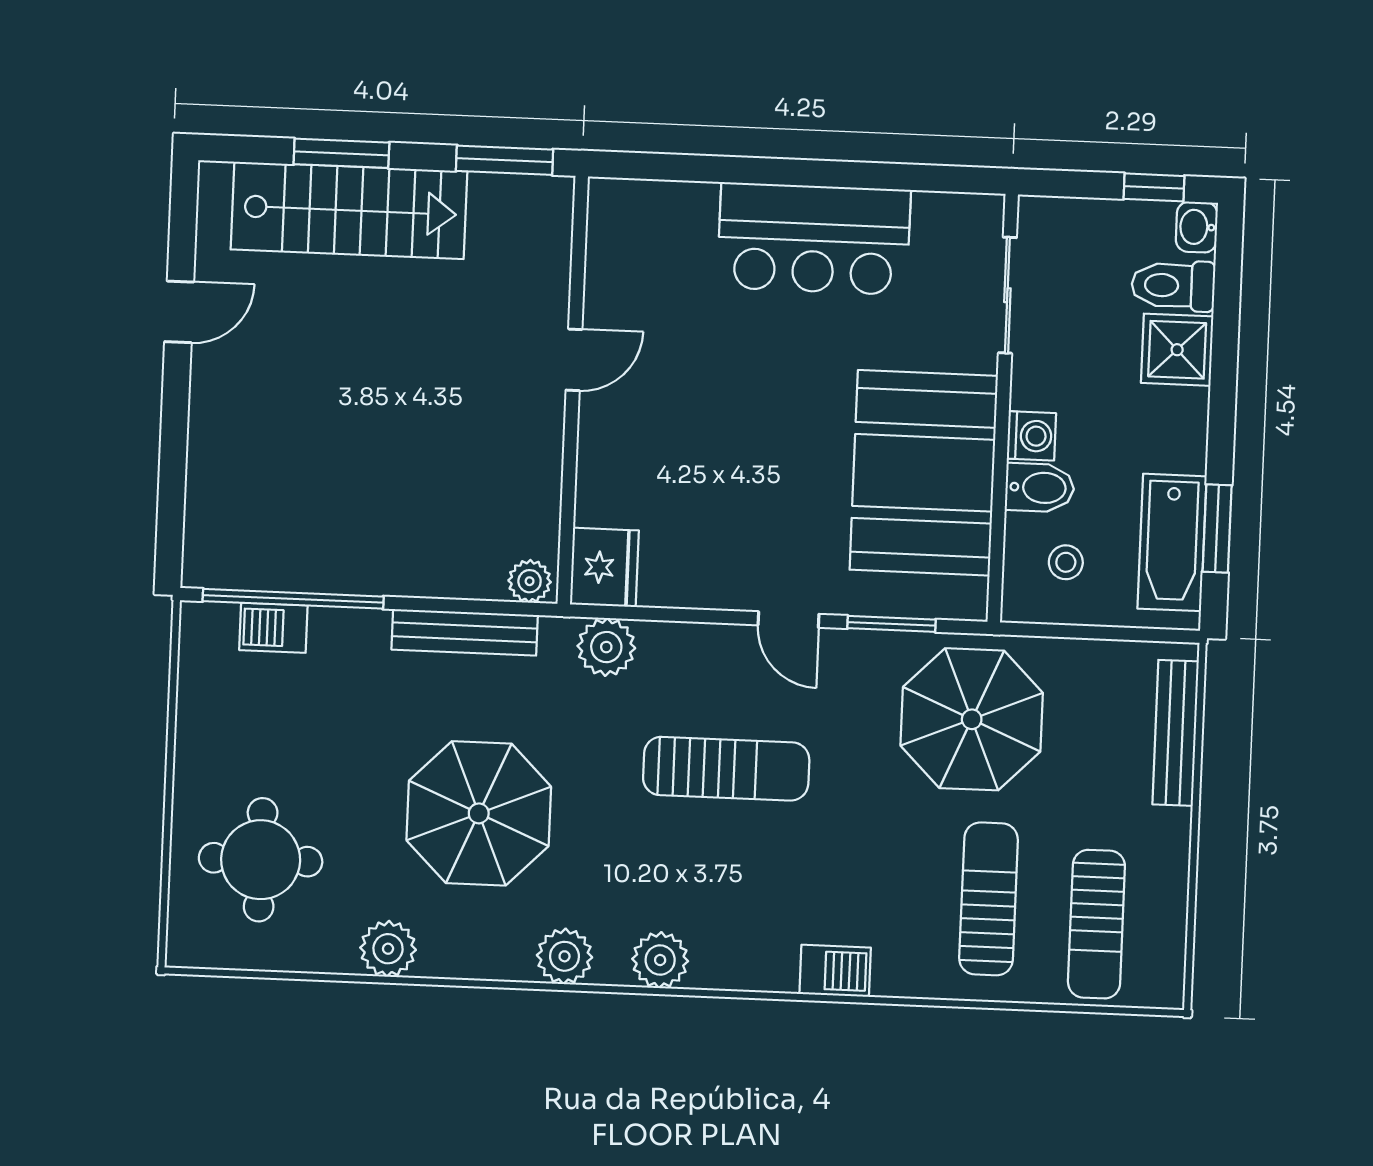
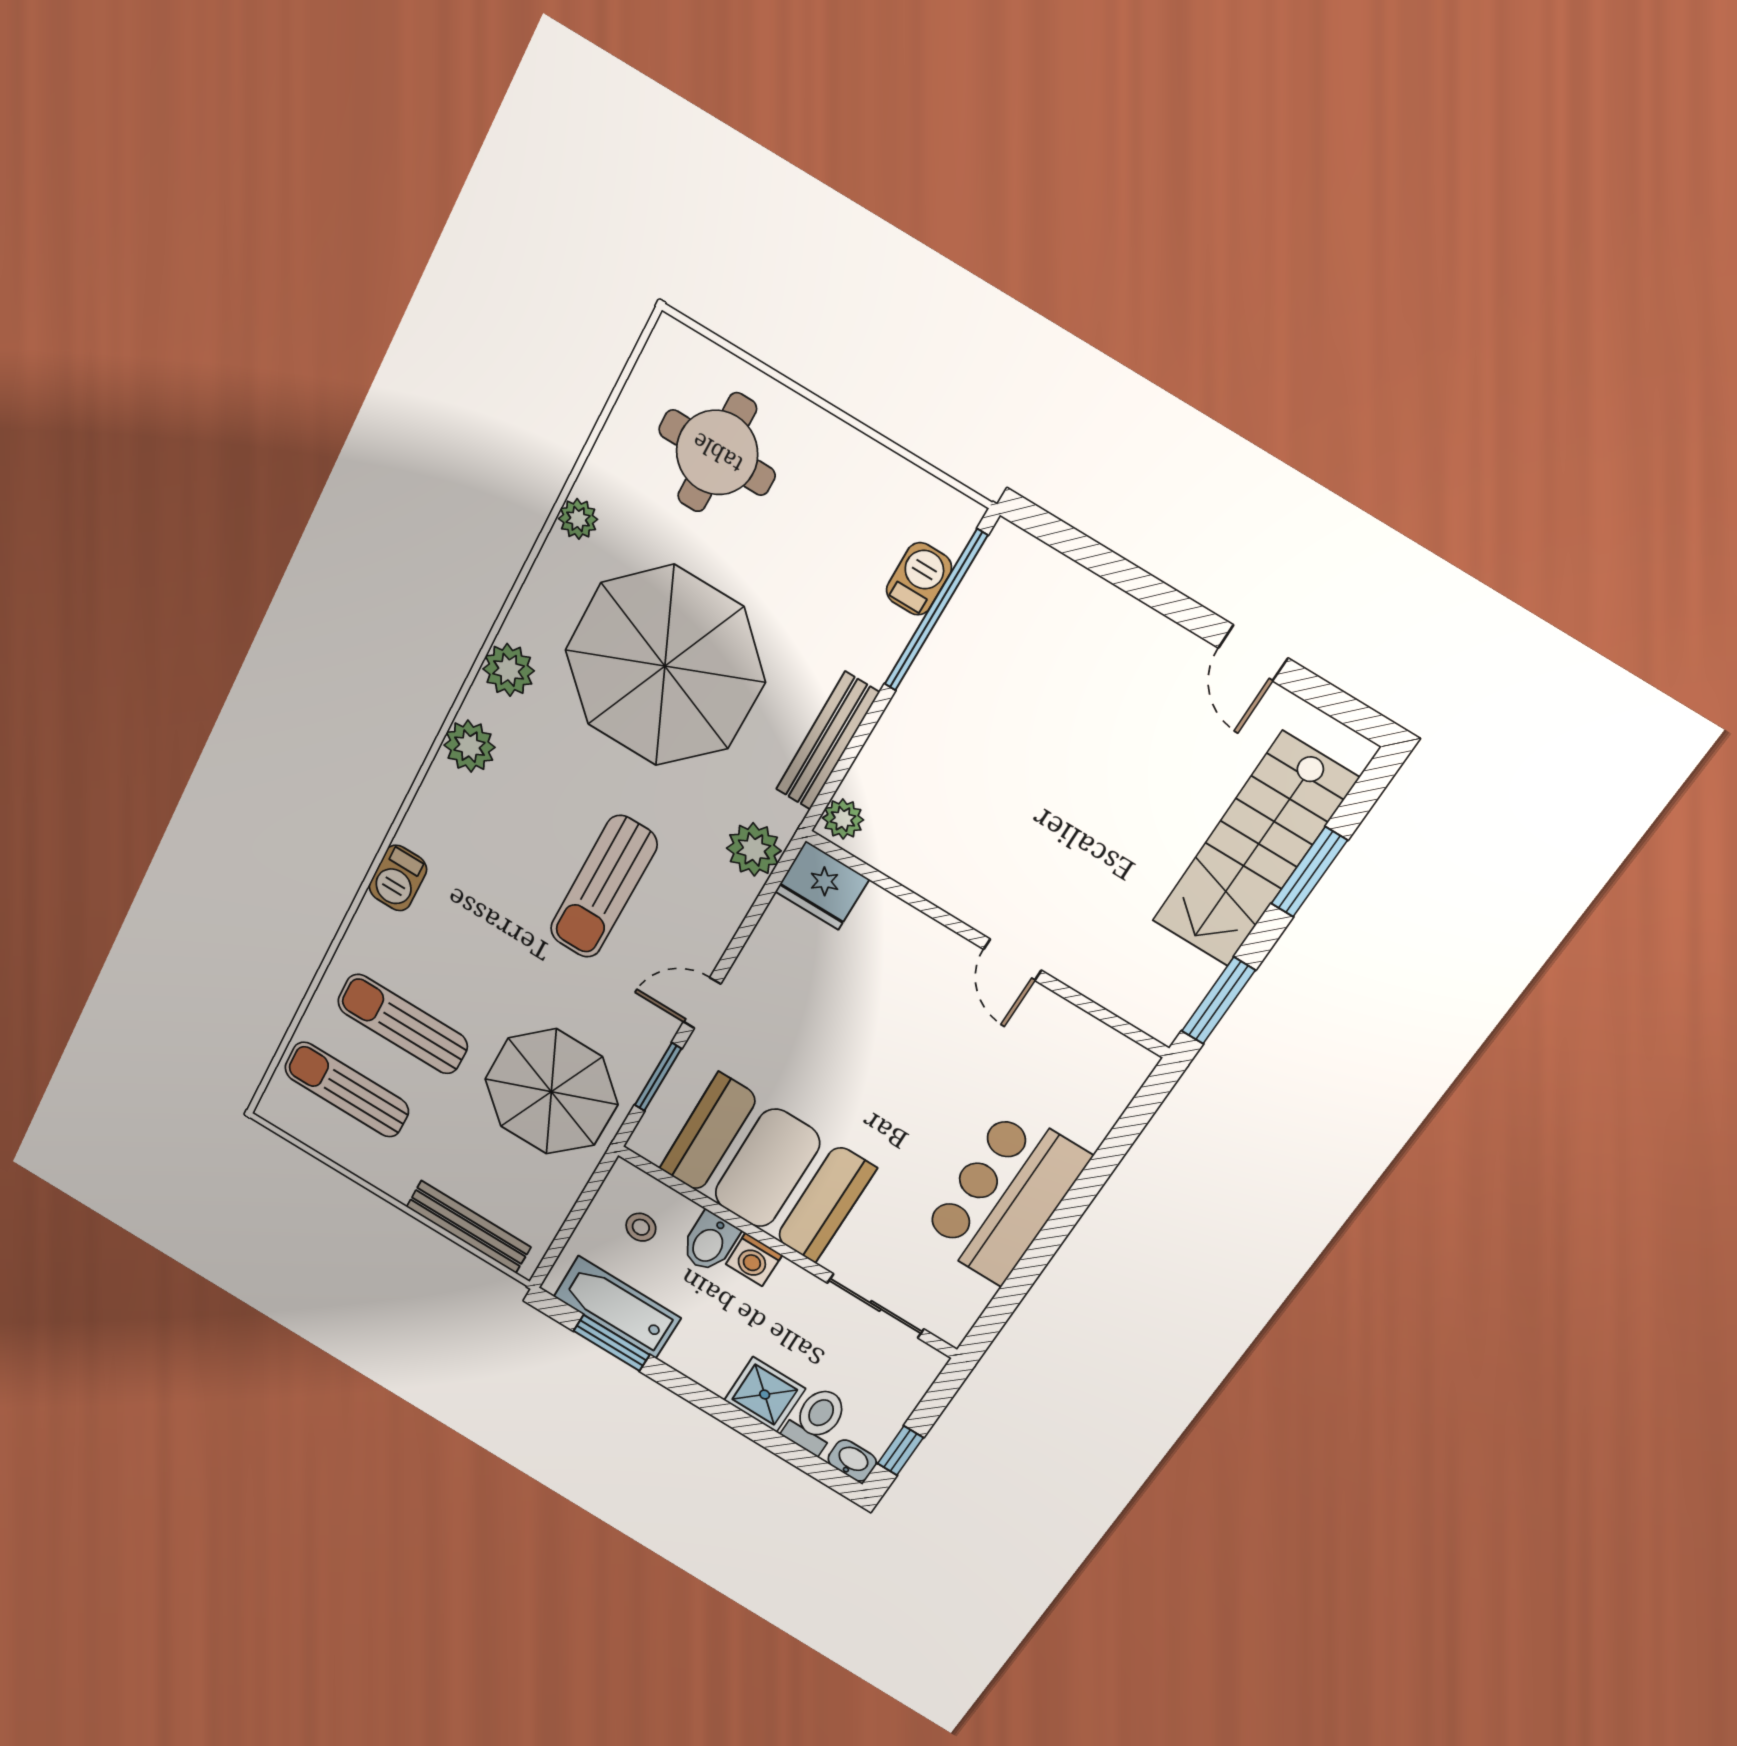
parasol: (479, 813) -> (665, 666), width x1.36, depth x1.36
sun lounger: (989, 899) -> (403, 1024), turned 180
plant: (388, 949) -> (578, 519), width x0.73, depth x0.73

